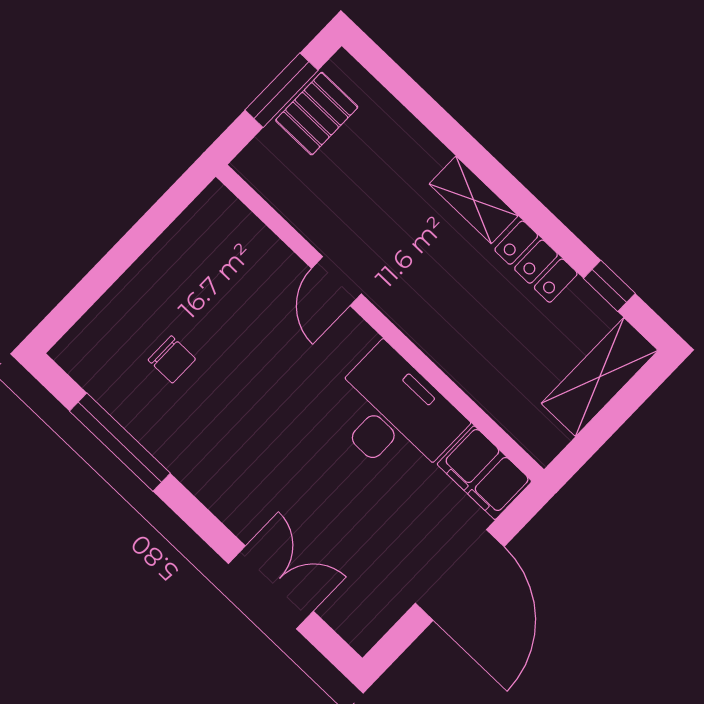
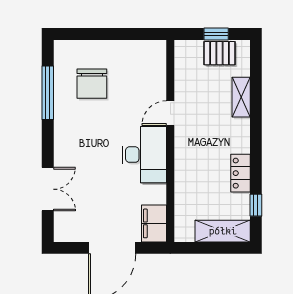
window: (281, 90) -> (216, 34), width x0.67
shelving: (474, 200) -> (241, 97), moved
chair: (172, 359) -> (92, 84), width x1.87, depth x1.87
desk: (394, 415) -> (144, 155), moved

